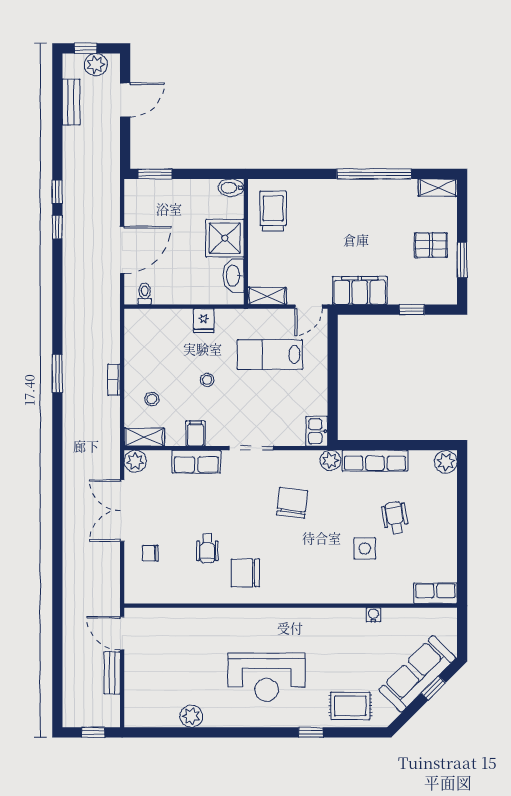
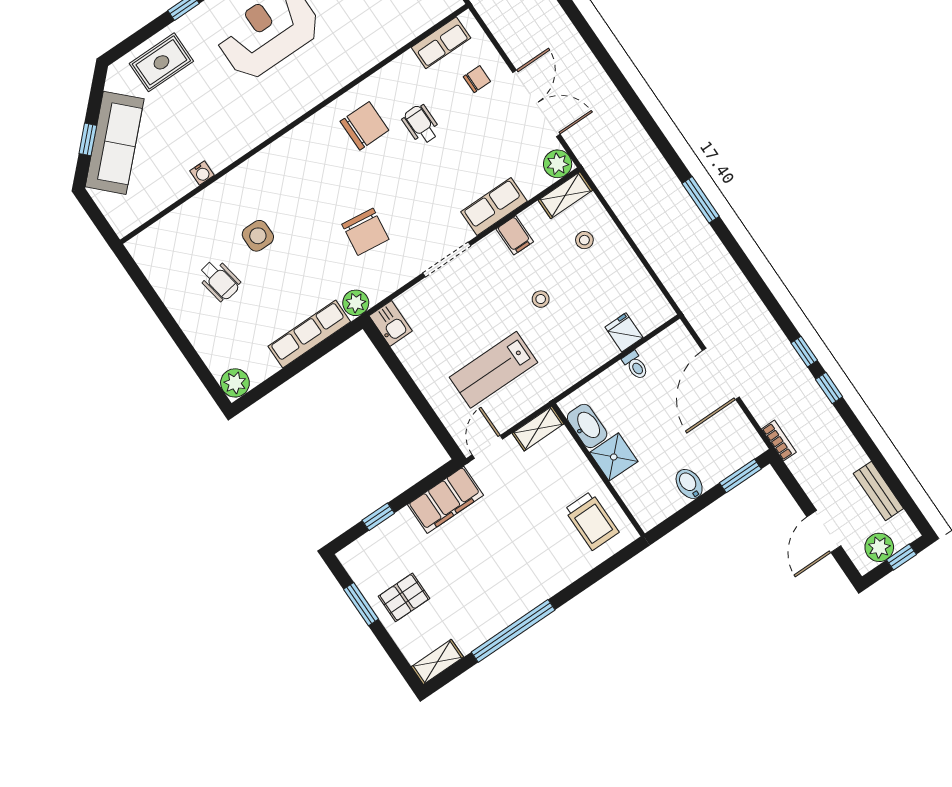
bidet: (231, 188) -> (689, 484), moved, turned -90
shower: (225, 238) -> (614, 457), width x0.73, depth x0.73
toilet: (145, 294) -> (635, 365), moved
fridge: (204, 321) -> (624, 332), moved
lab bench: (270, 354) -> (494, 370), turned 180
bookcase: (114, 380) -> (779, 441), moved
wheelchair: (395, 518) -> (219, 280), moved
row of seats: (435, 593) -> (441, 43), moved

